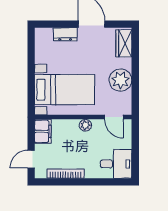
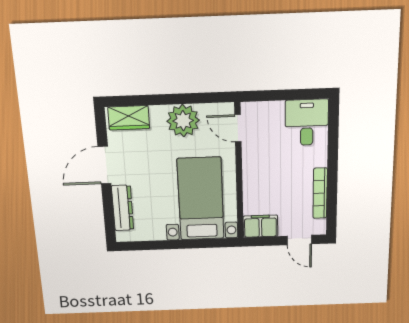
dresser: (65, 34) -> (123, 208), width x1.44
door: (114, 117) -> (238, 128), swing flipped
plant: (85, 125) -> (251, 168), removed

